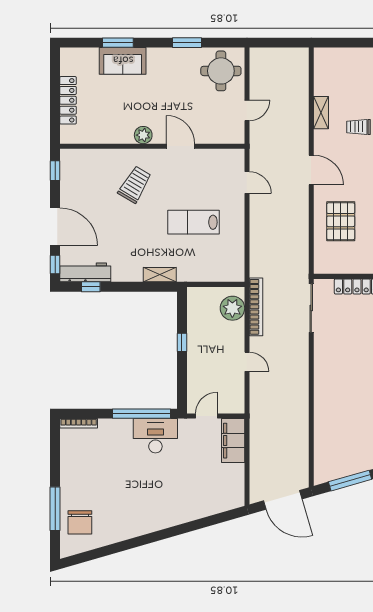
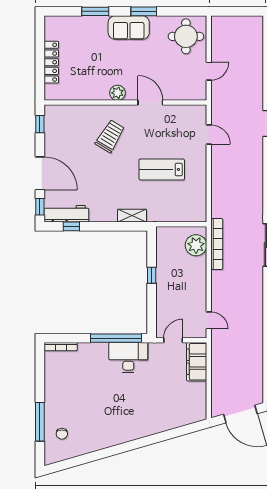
window: (187, 43) -> (144, 11), moved
sofa: (123, 61) -> (129, 28), moved
door: (247, 362) -> (209, 320), moved
chair: (80, 522) -> (62, 434), width x0.54, depth x0.54

